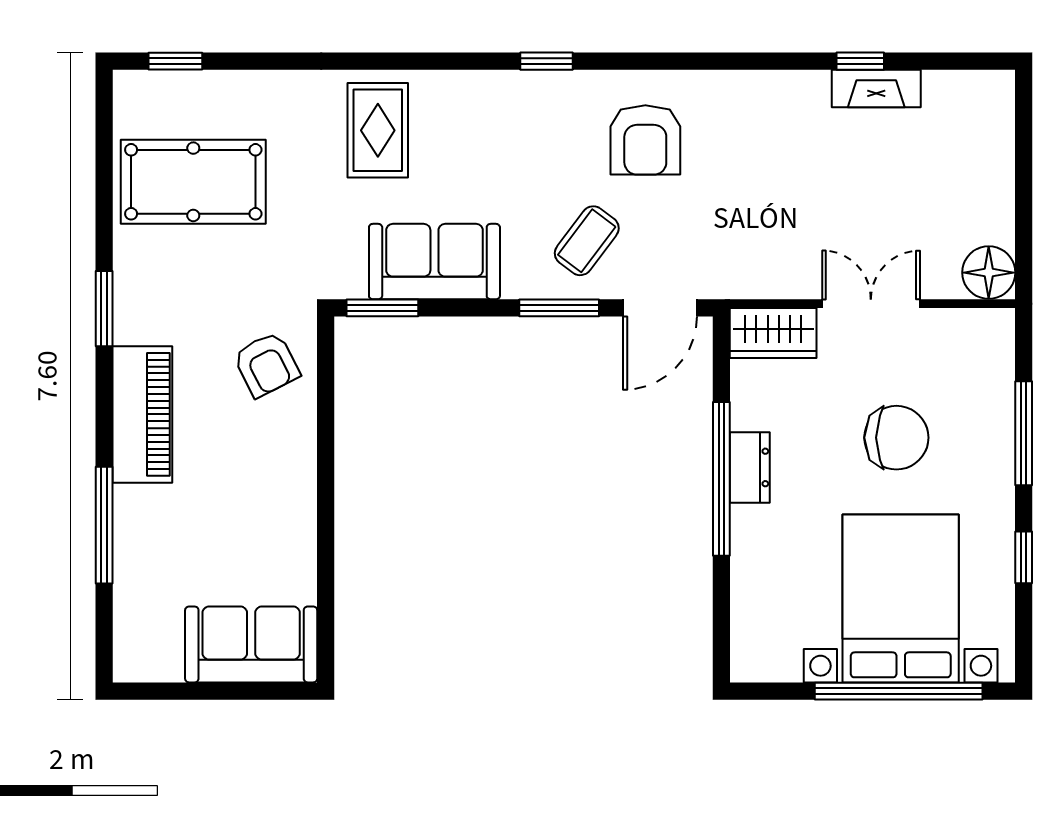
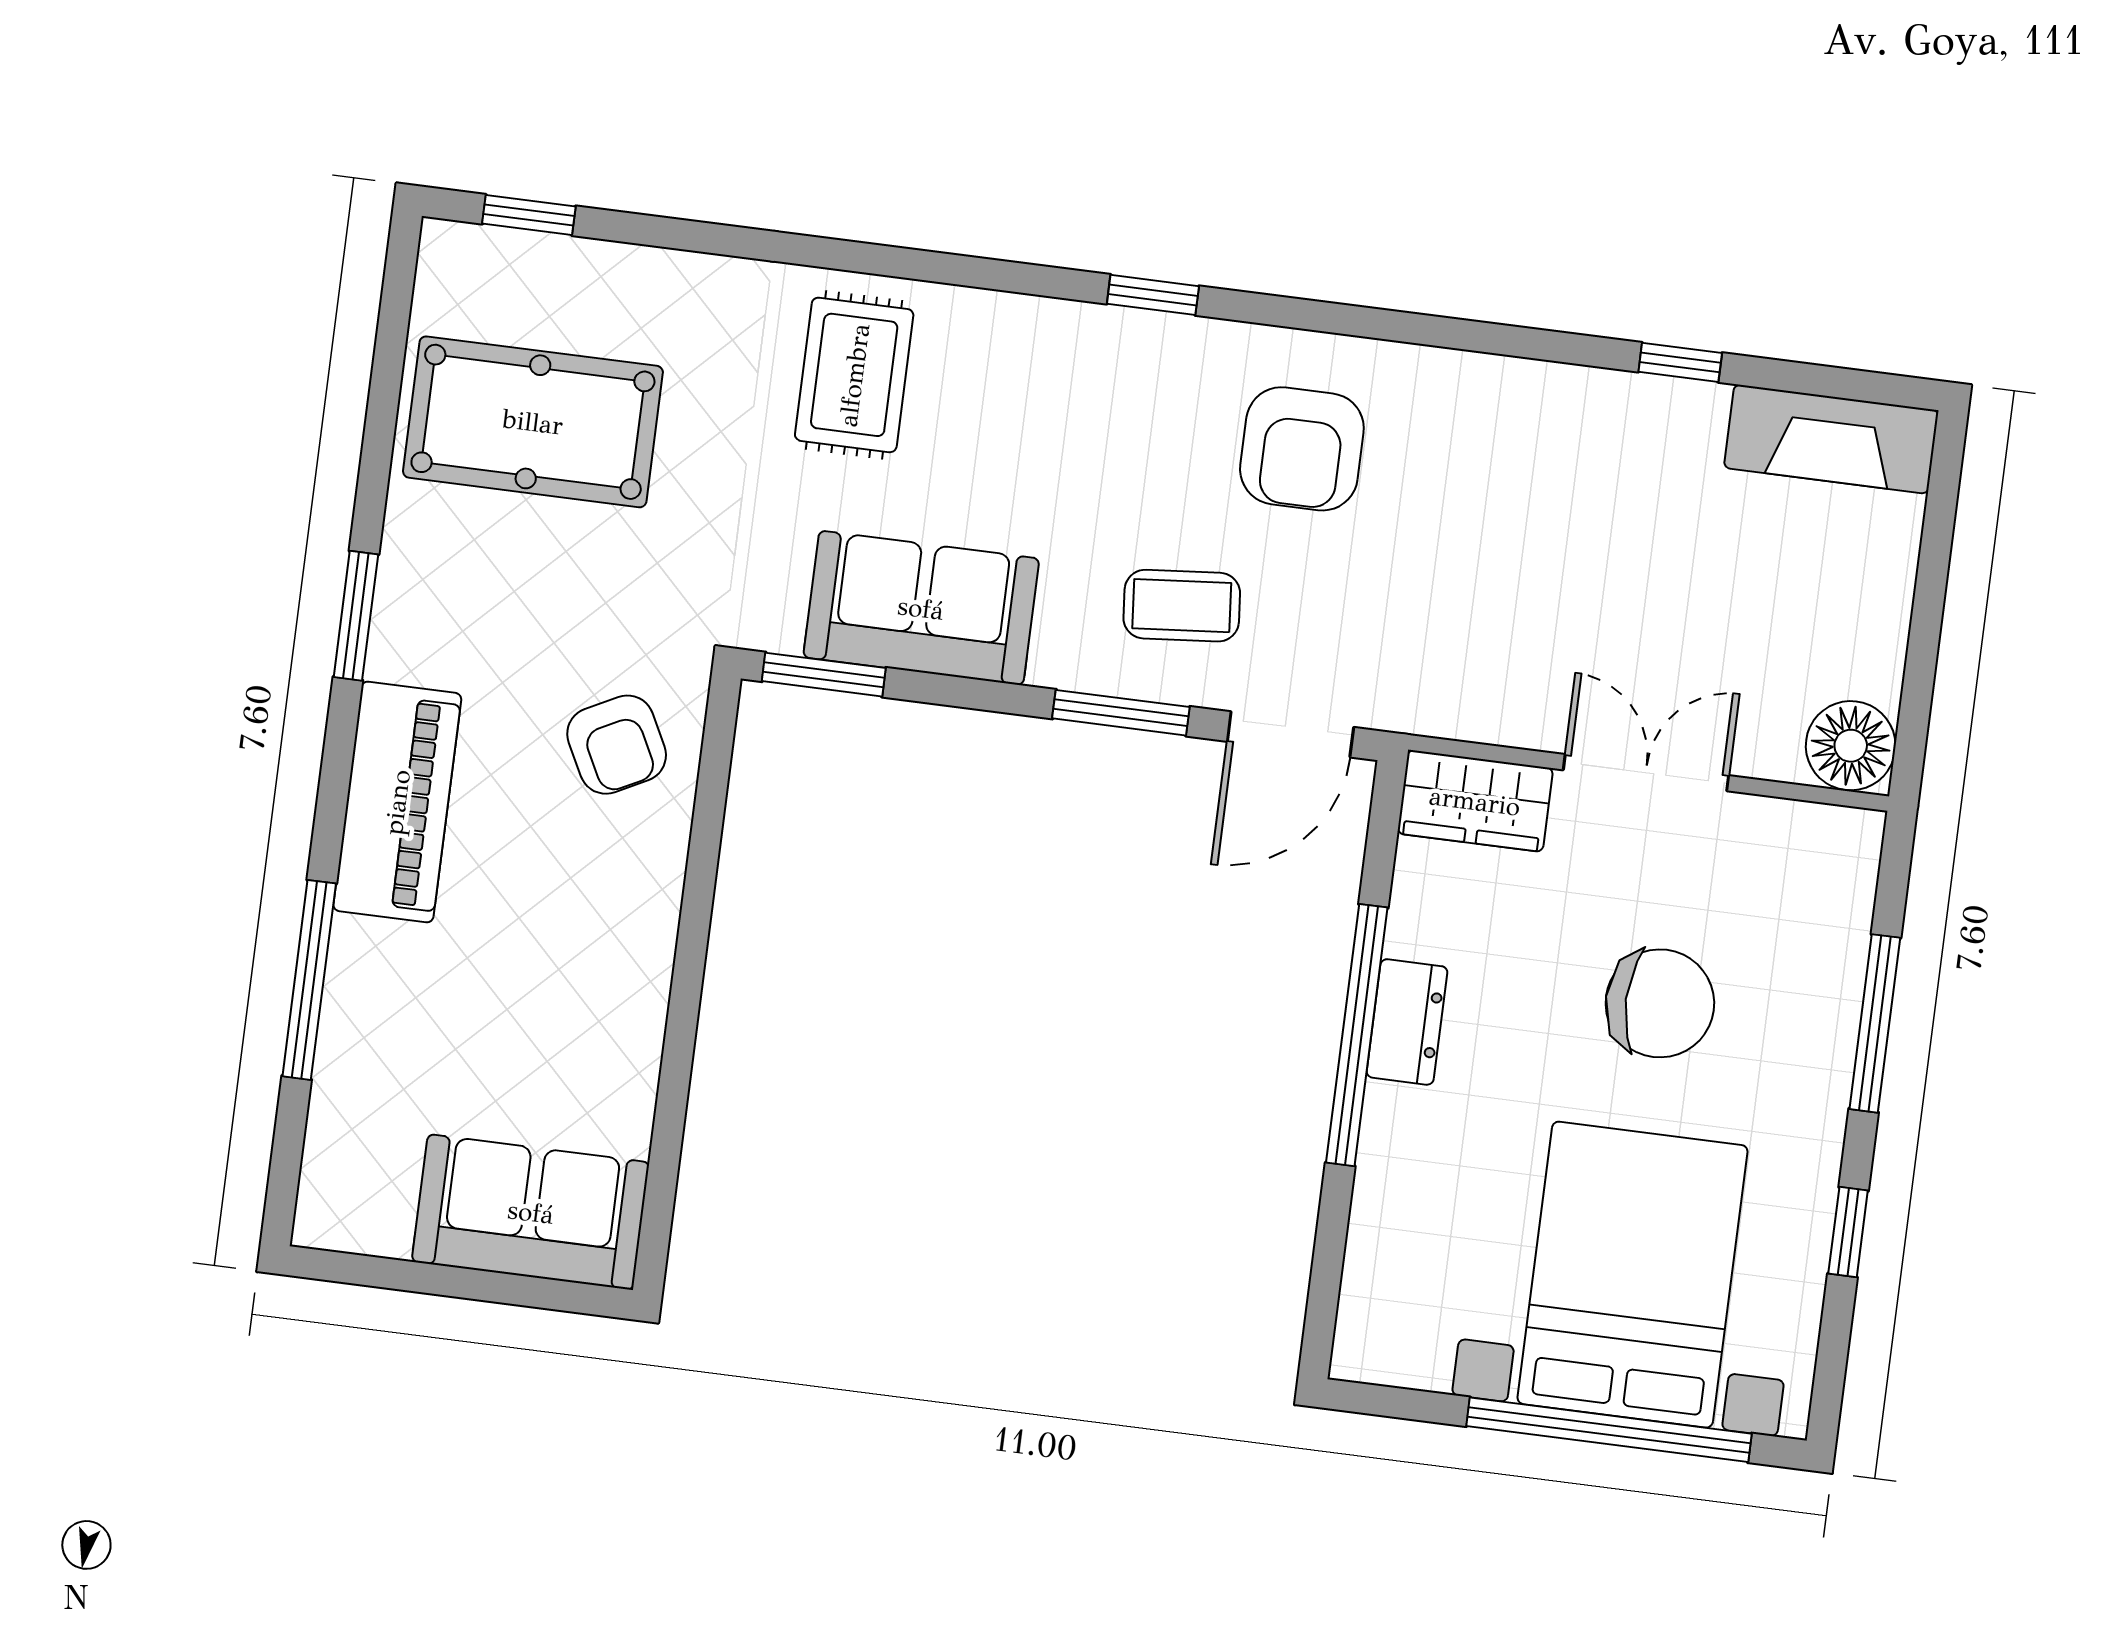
fireplace: (876, 89) -> (1831, 439), moved, width x1.37, depth x1.32
coffee table: (587, 241) -> (1182, 606), turned 48

